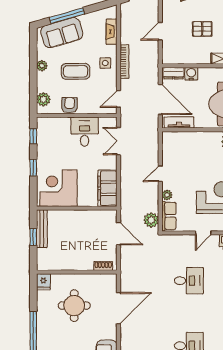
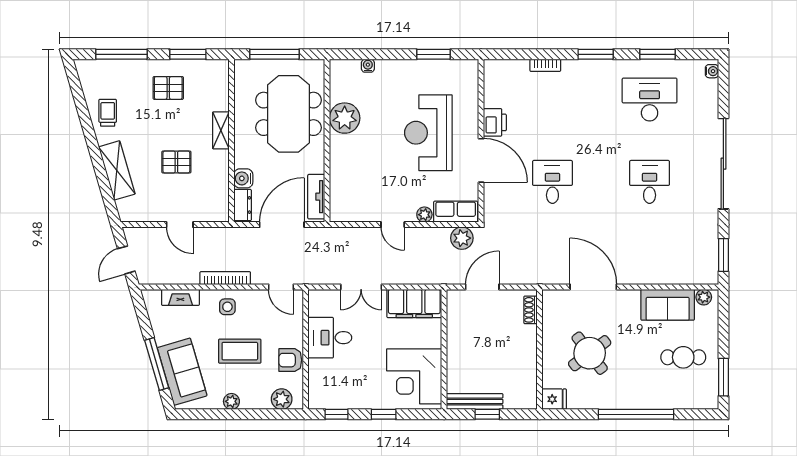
pallet: (202, 29) -> (176, 162), turned 90
coffee table: (76, 71) -> (240, 351), turned 90
double door: (119, 141) -> (361, 287), moved
door: (203, 233) -> (481, 160), width x1.87
round table: (74, 306) -> (590, 353), turned -37

